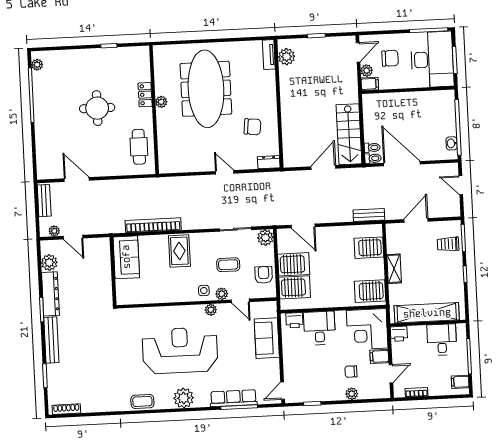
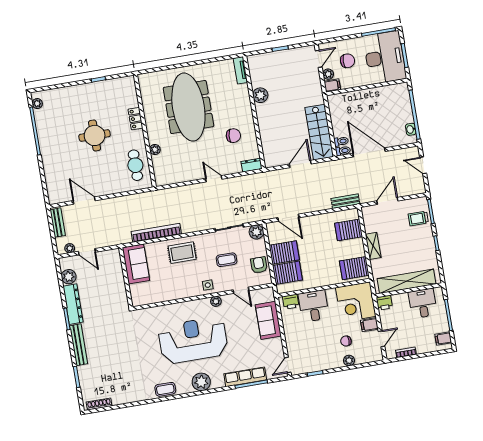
plant: (287, 57) -> (260, 95), moved
plant: (161, 102) -> (155, 150), moved
rug: (179, 251) -> (182, 253), turned 90
plant: (222, 294) -> (224, 286), removed

